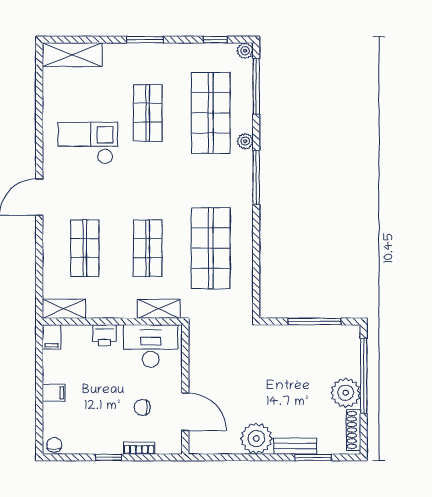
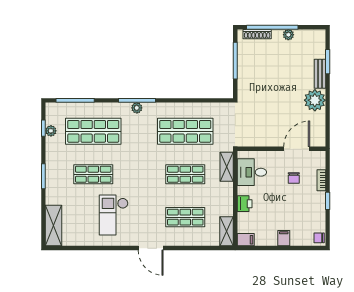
plant: (245, 51) -> (51, 131), moved
plant: (245, 141) -> (137, 108), moved
desk: (151, 346) -> (252, 172), width x0.73
plant: (346, 393) -> (288, 35), width x0.53, depth x0.53
shoe rack: (354, 430) -> (257, 34), moved

